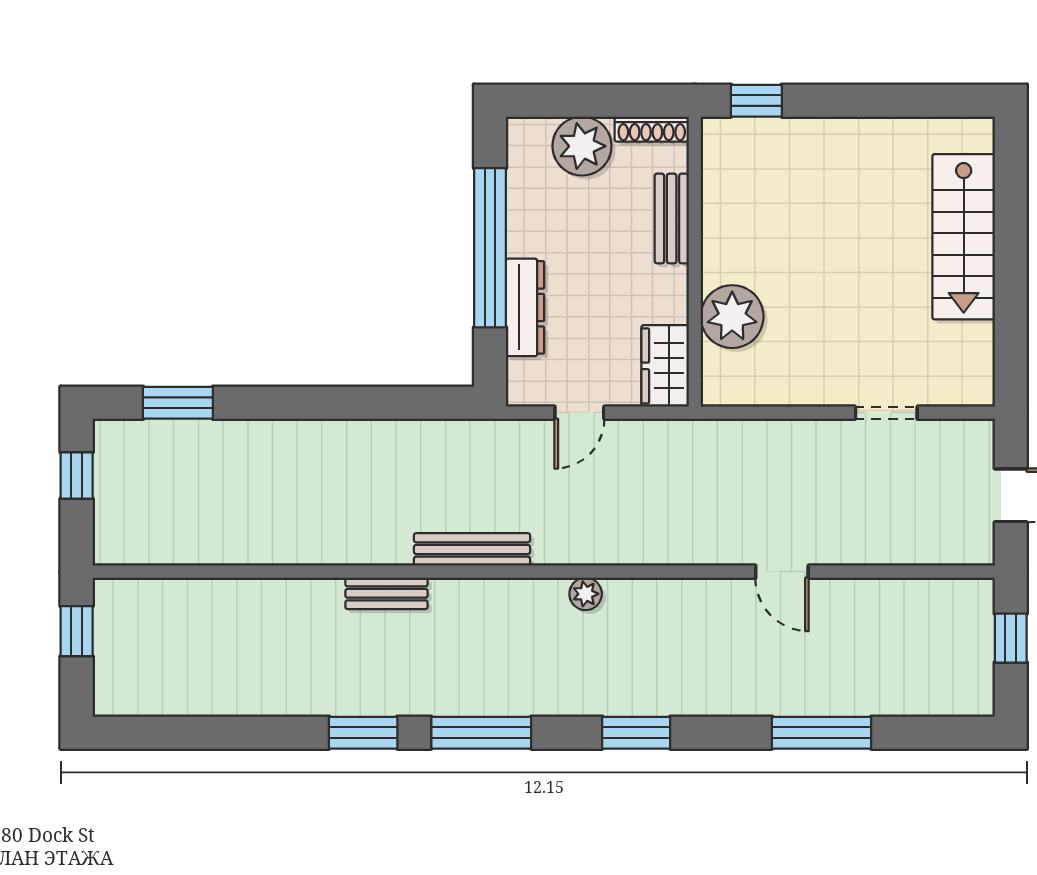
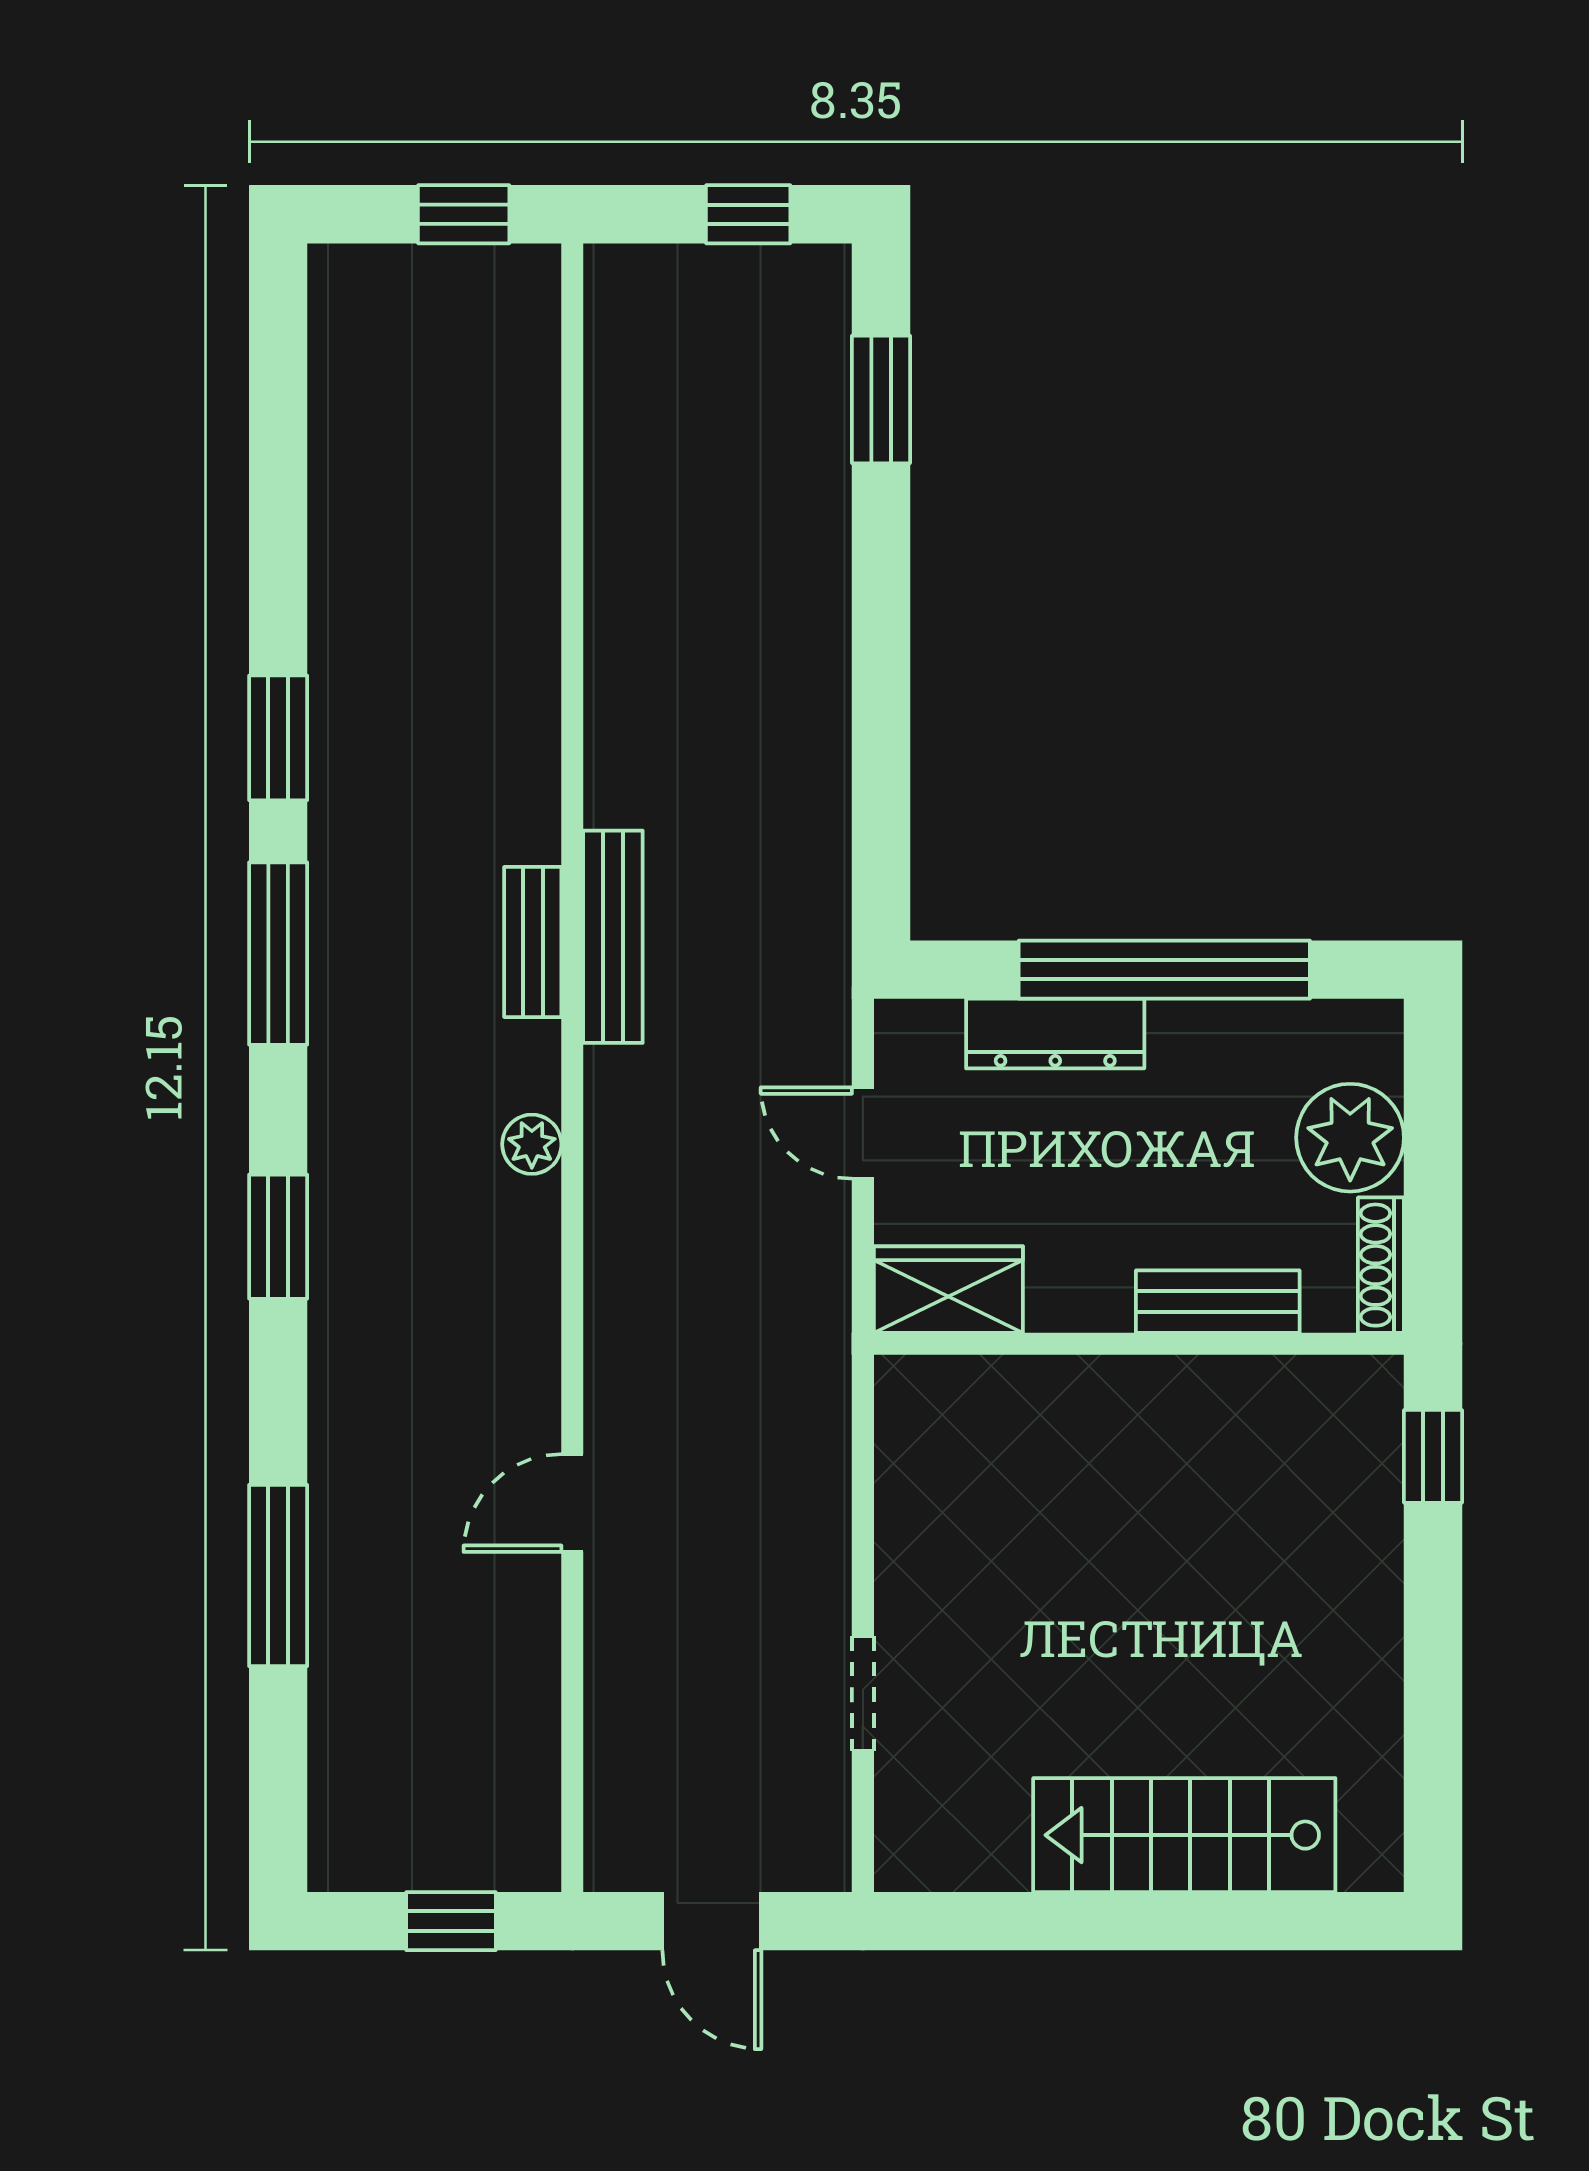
plant: (732, 317) -> (1038, 1412), removed
bench: (386, 593) -> (533, 942), moved

